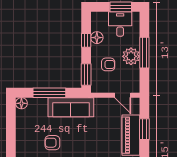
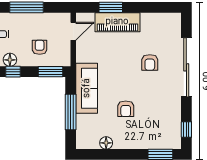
plant: (131, 56) -> (31, 22), removed
floor lamp: (21, 103) -> (106, 143), moved

